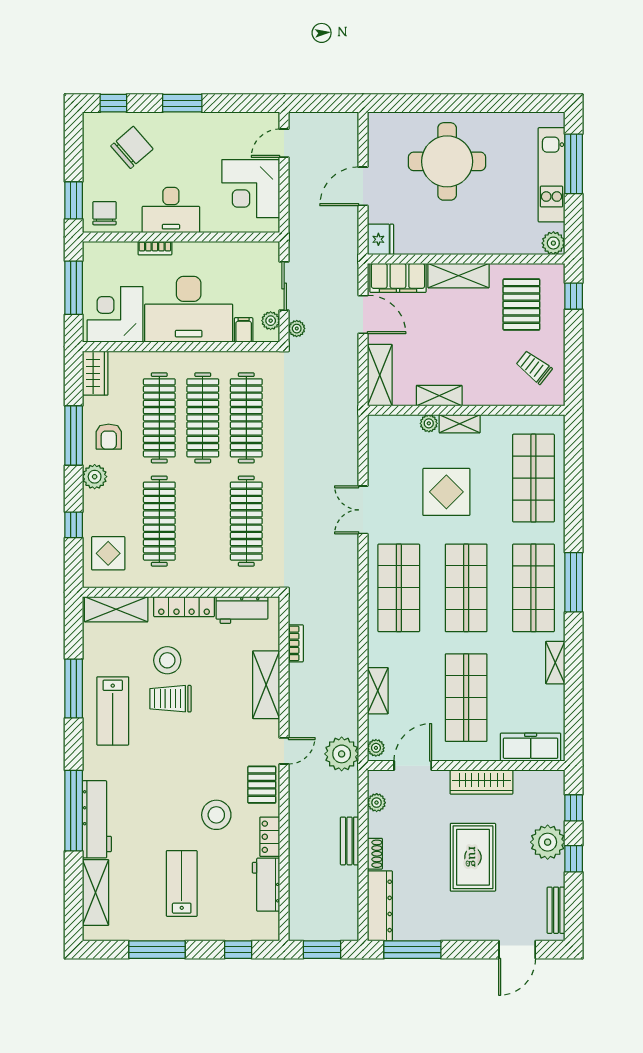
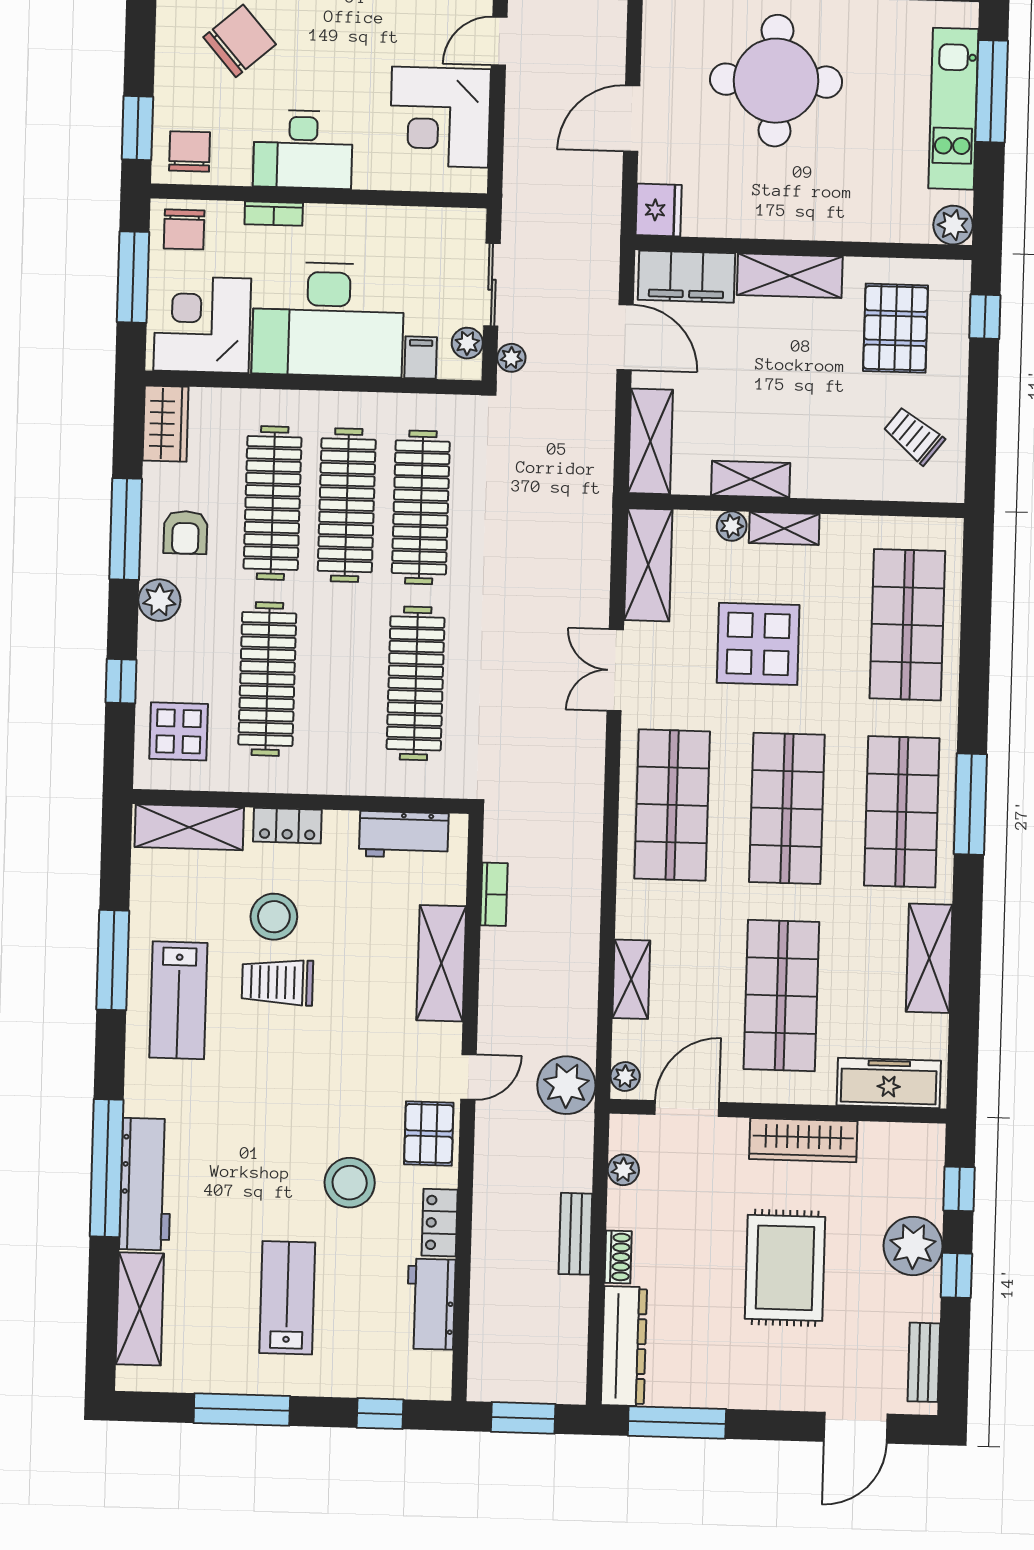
chair: (103, 259) -> (184, 229), added
shelving: (381, 448) -> (648, 565), added
locker: (184, 607) -> (287, 826), width x0.66
shelving: (555, 663) -> (929, 958), width x1.50, depth x1.33

